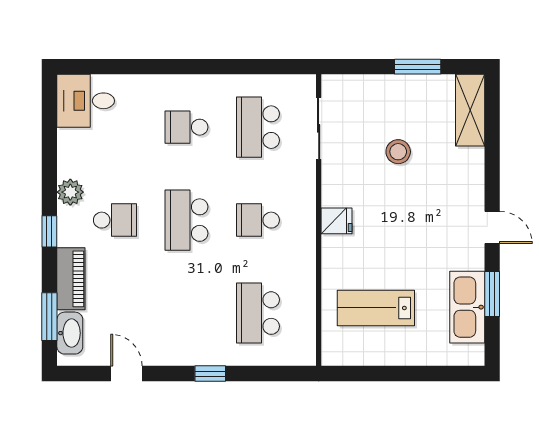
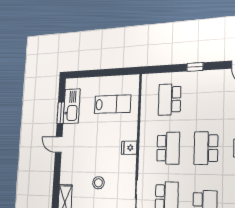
school desk: (186, 220) -> (206, 148), turned 180
school desk: (258, 220) -> (168, 148), width x1.85
school desk: (258, 313) -> (170, 99), turned 180

